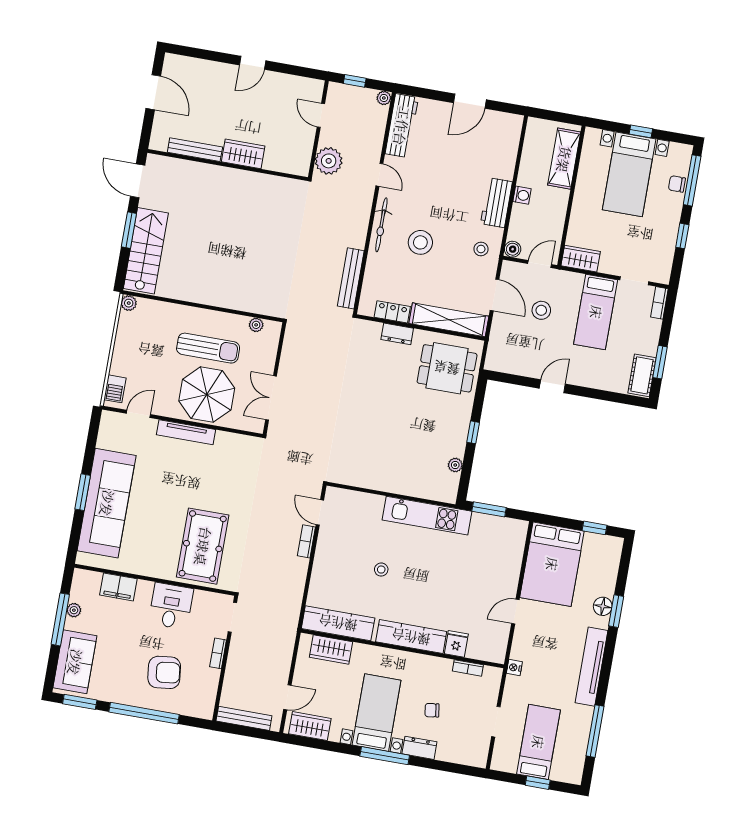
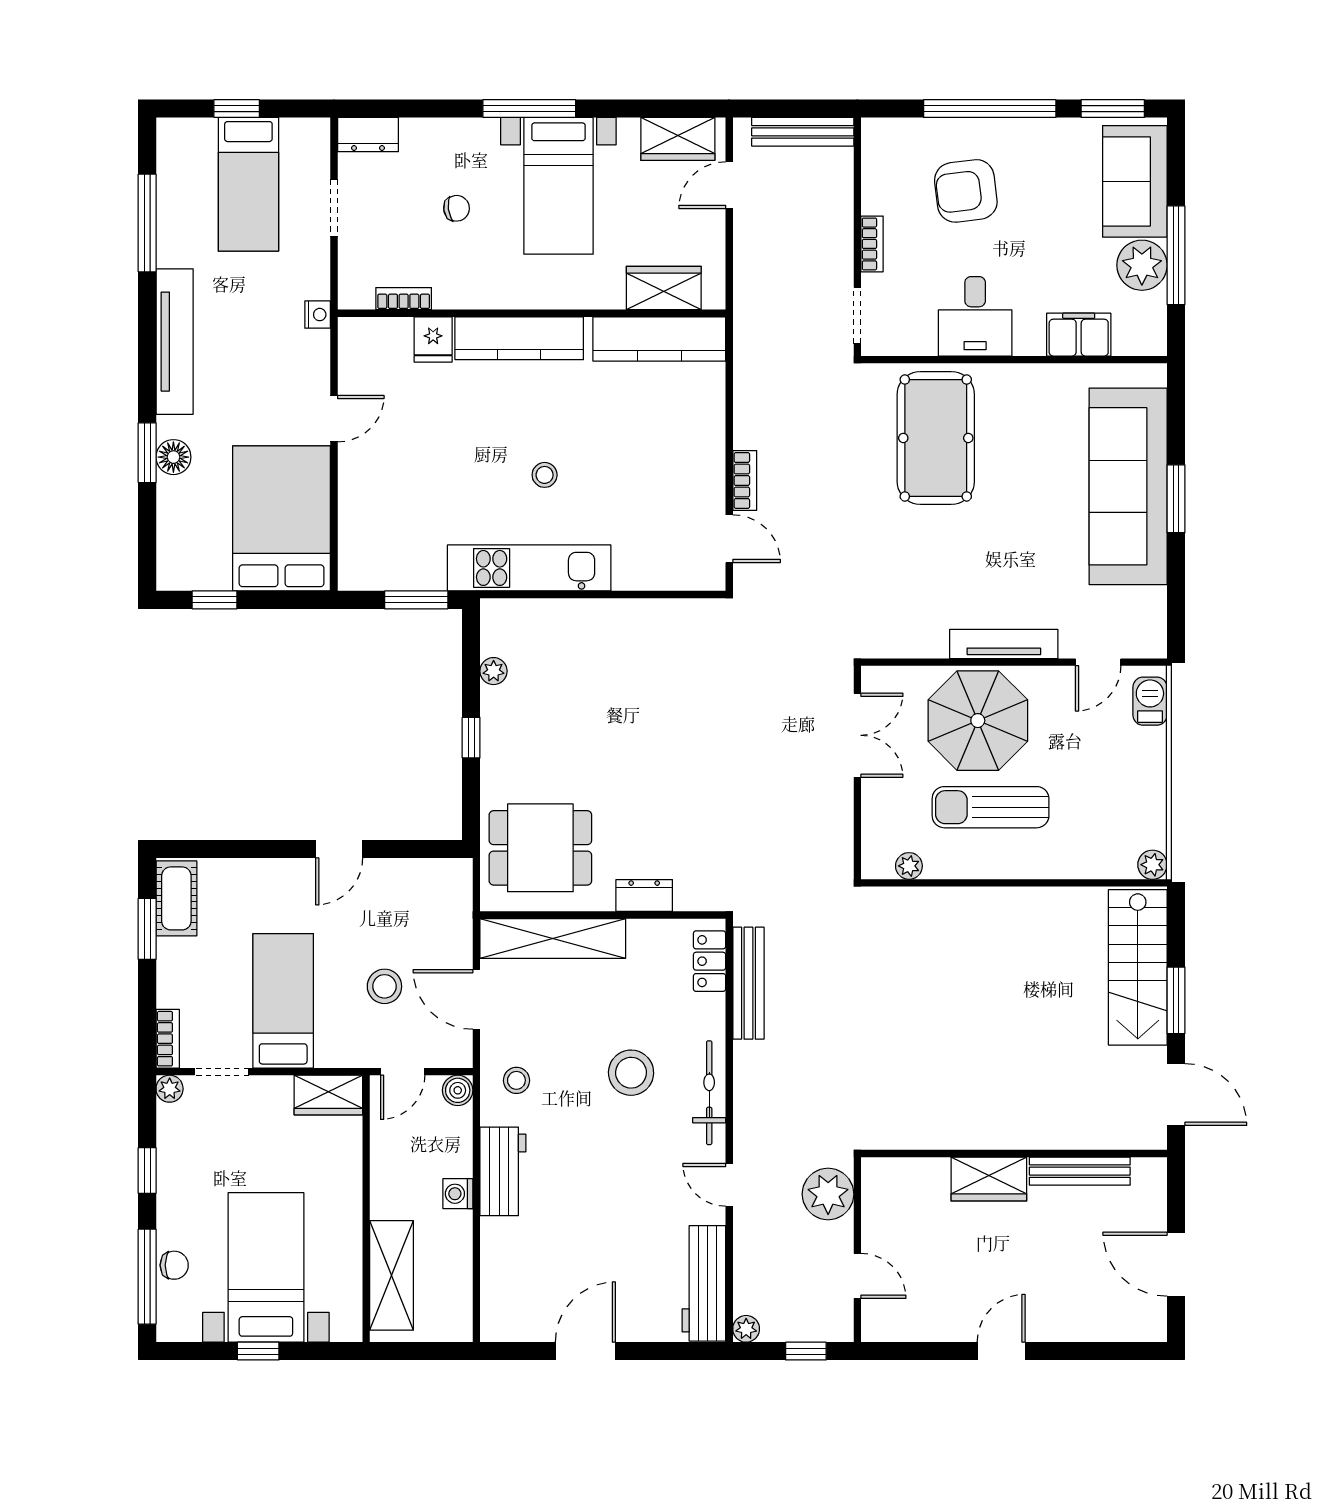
plant: (663, 277) -> (170, 1089), added
locker: (392, 312) -> (710, 961), moved, turned 90
stool: (381, 570) -> (545, 475), moved
plant: (74, 610) -> (1142, 265), width x1.88, depth x1.88
dresser: (419, 748) -> (368, 135), moved

